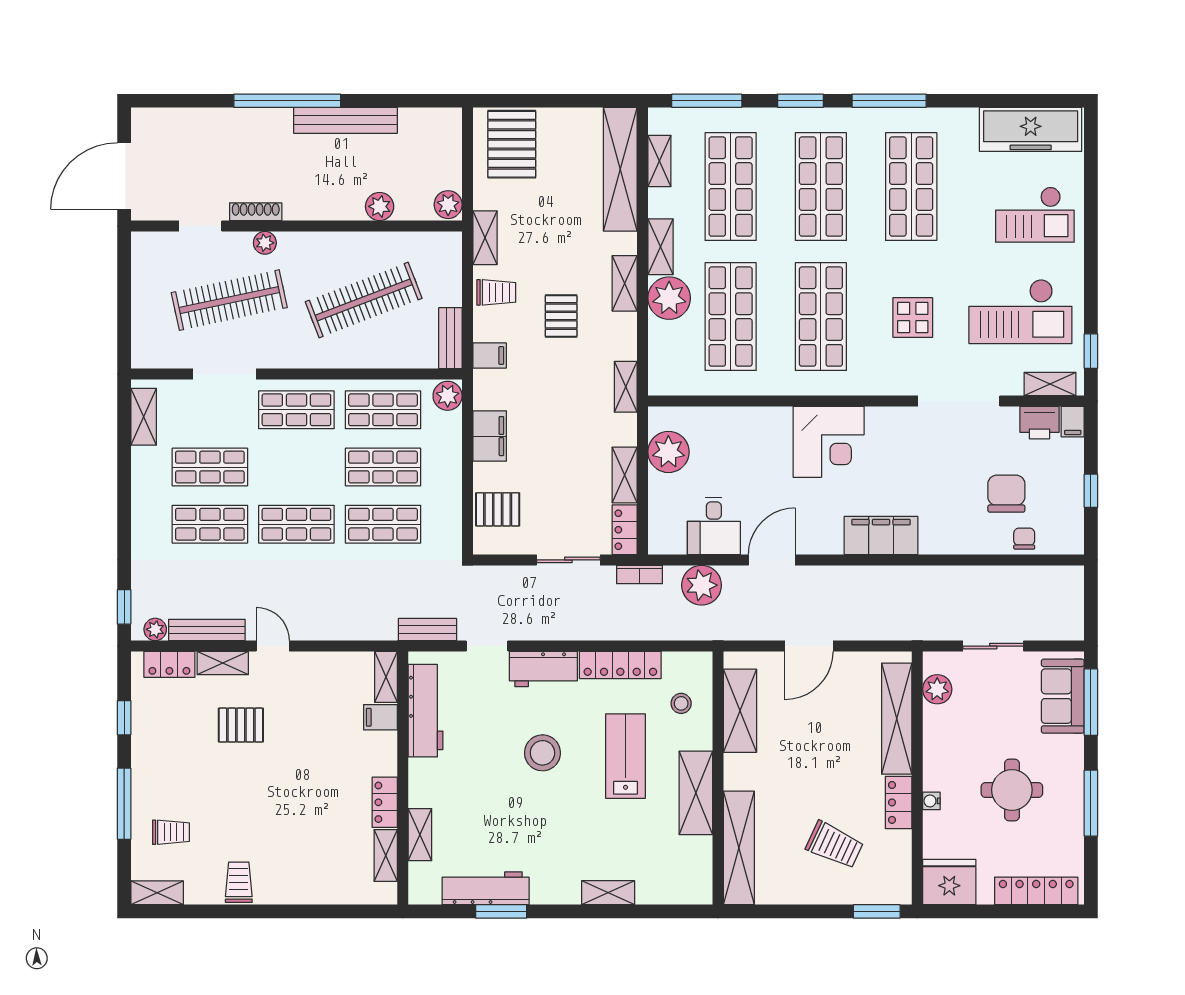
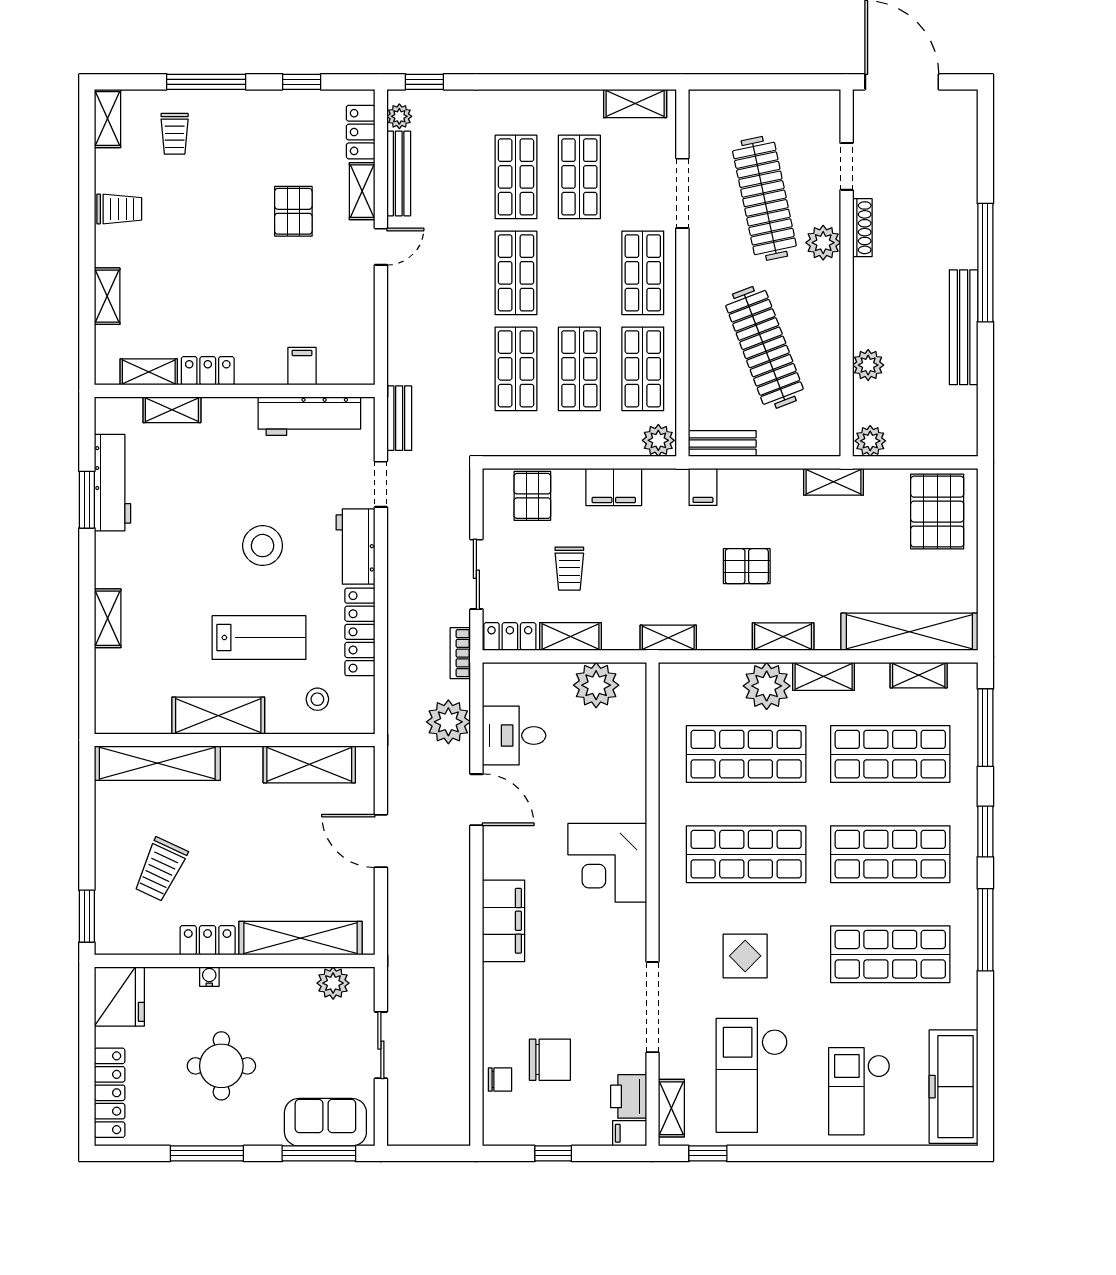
pallet: (512, 144) -> (937, 512), turned 90
plant: (265, 243) -> (823, 243), width x1.38, depth x1.38
trolley: (496, 292) -> (569, 569), moved
shelving: (386, 677) -> (107, 296), moved, turned 90

